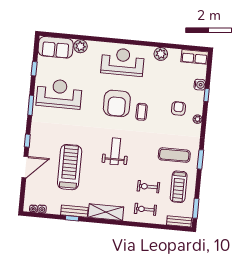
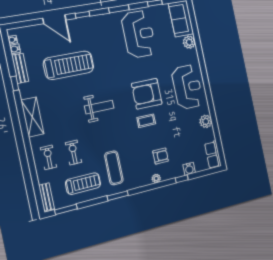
treadmill: (179, 187) -> (83, 184), turned 180
bench: (74, 211) -> (20, 68), moved

